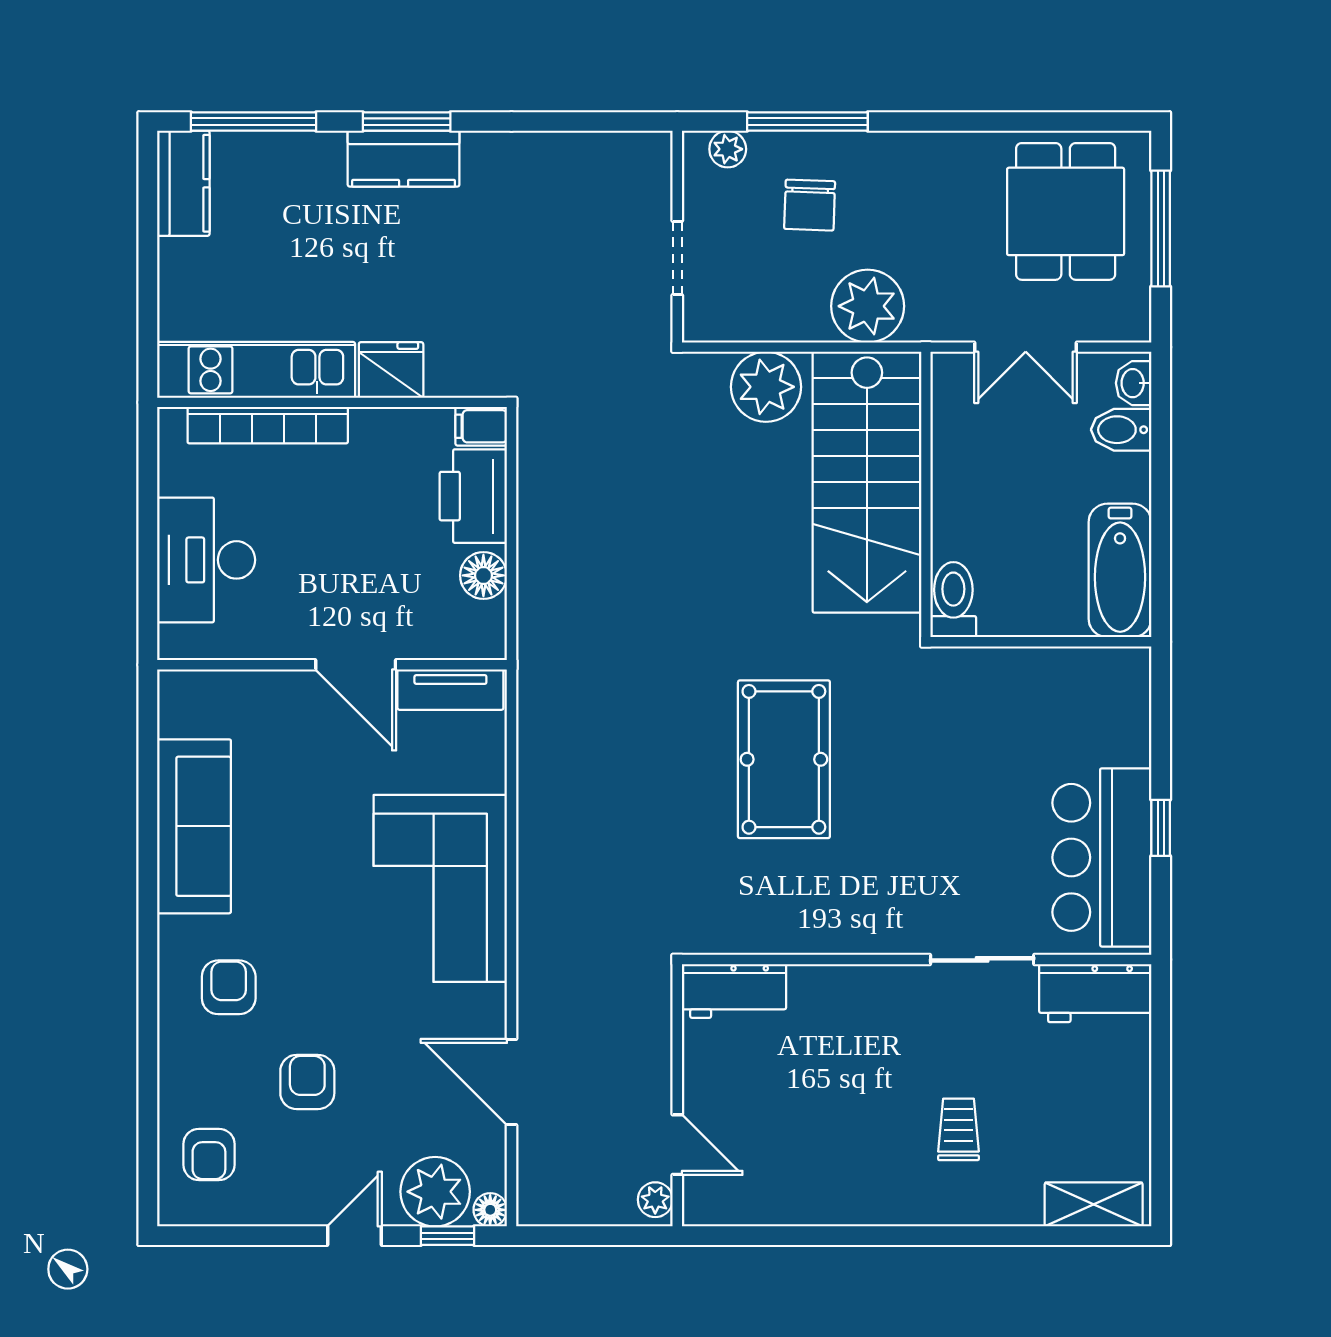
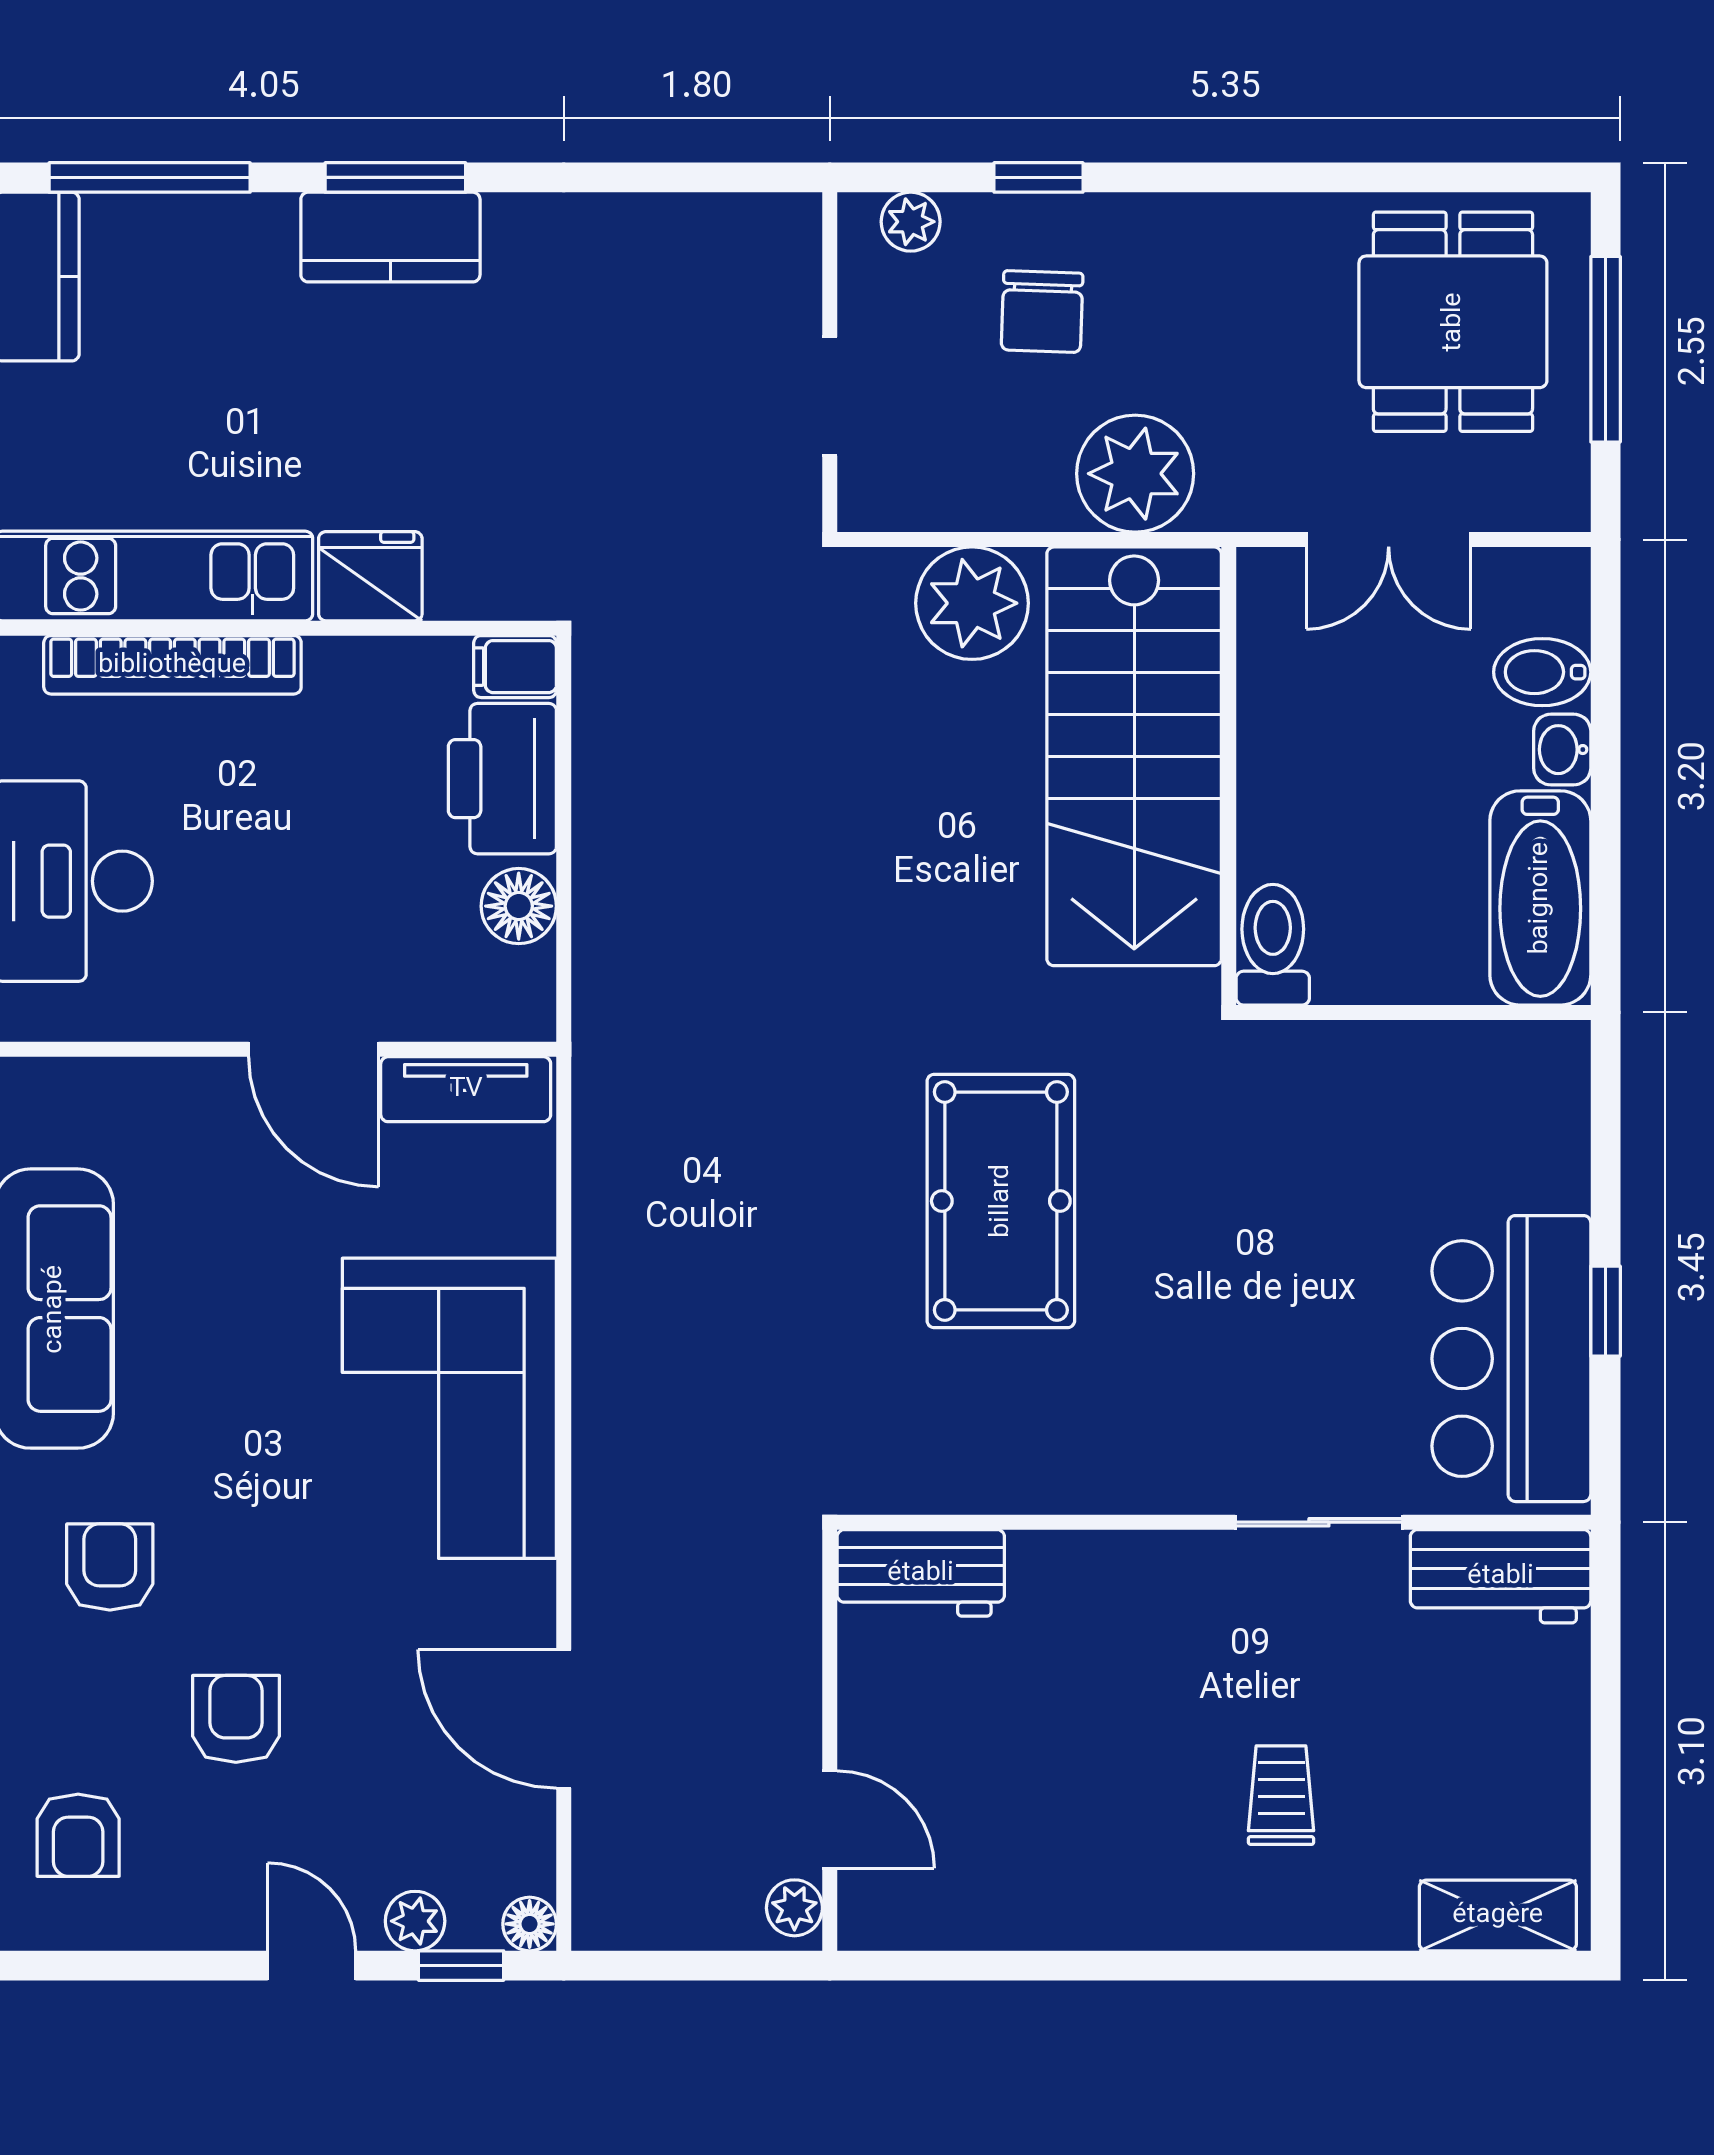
window: (807, 122) -> (1039, 177), width x0.46
washbasin: (1134, 383) -> (1562, 750), moved
plant: (435, 1192) -> (415, 1921), width x0.53, depth x0.53
door: (354, 1236) -> (312, 1966), hinge flipped

